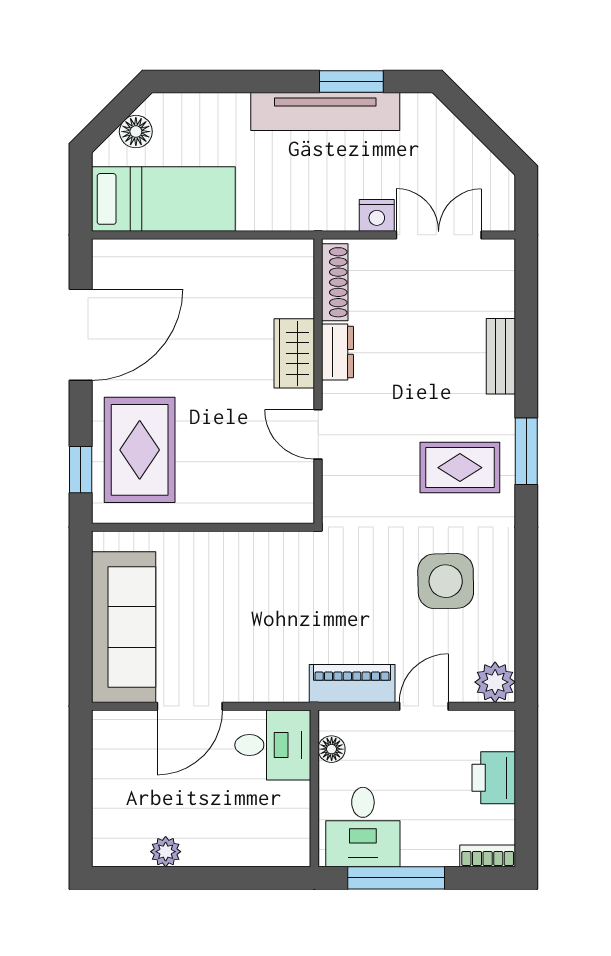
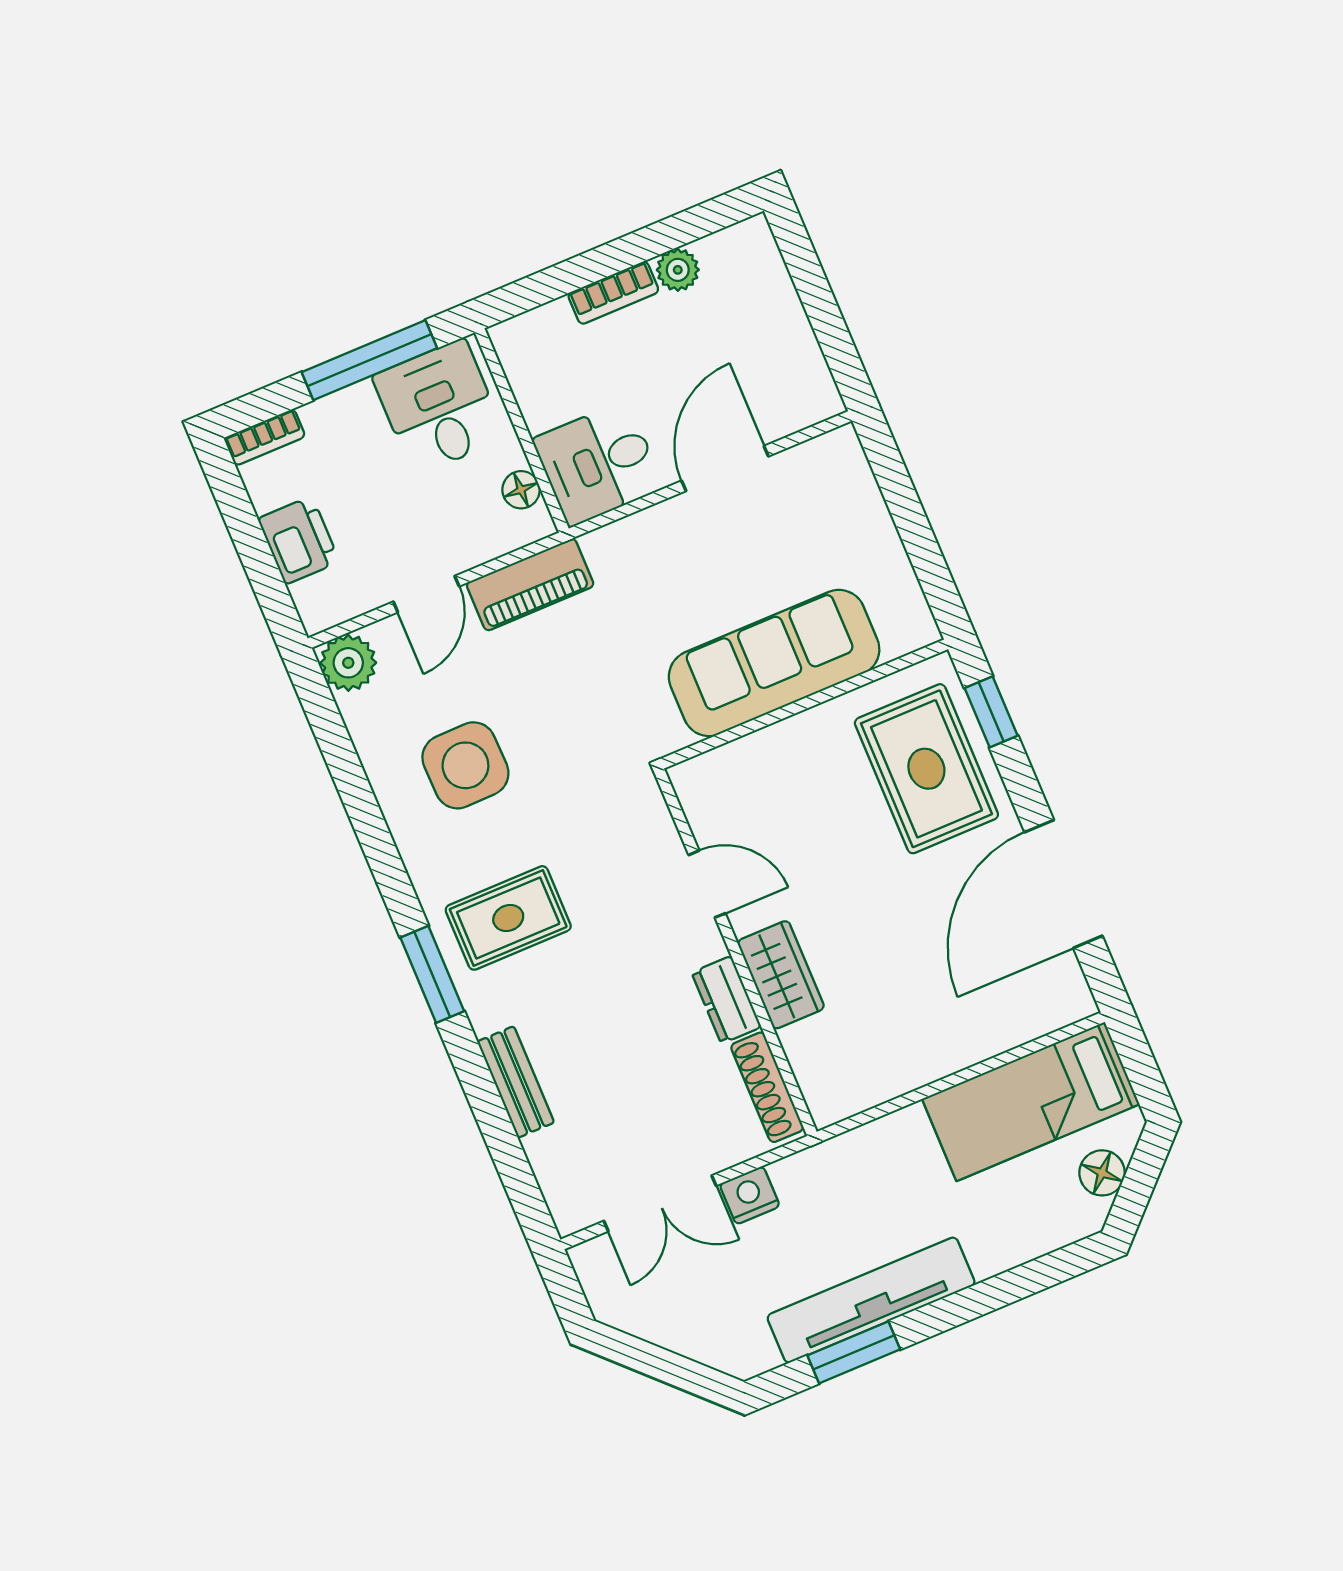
sofa: (124, 627) -> (774, 663), moved, turned 90
bookcase: (215, 854) -> (613, 293), added

